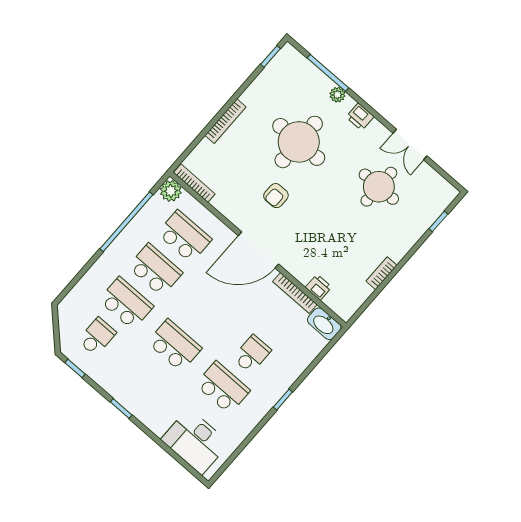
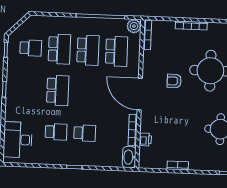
school desk: (223, 387) -> (56, 132), width x0.54

